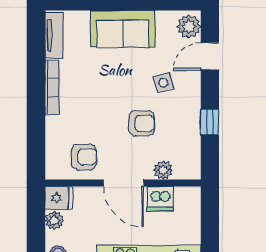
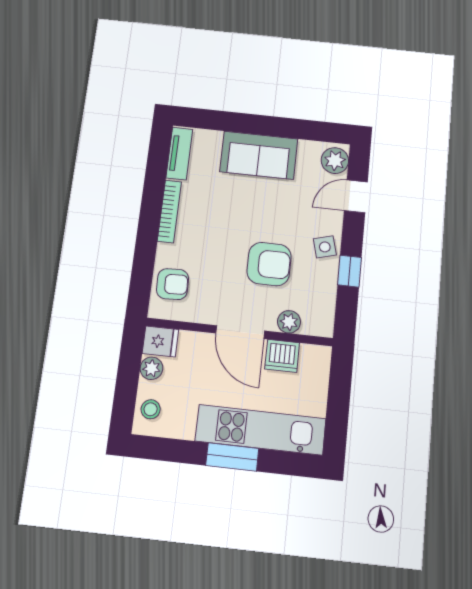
side table: (163, 83) -> (325, 247), moved
armchair: (141, 123) -> (269, 264), width x1.38, depth x1.38
armchair: (84, 157) -> (172, 284), moved

